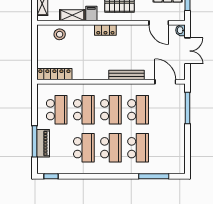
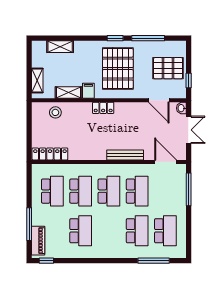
piano: (43, 143) -> (38, 241), moved
school desk: (111, 148) -> (165, 231), moved

